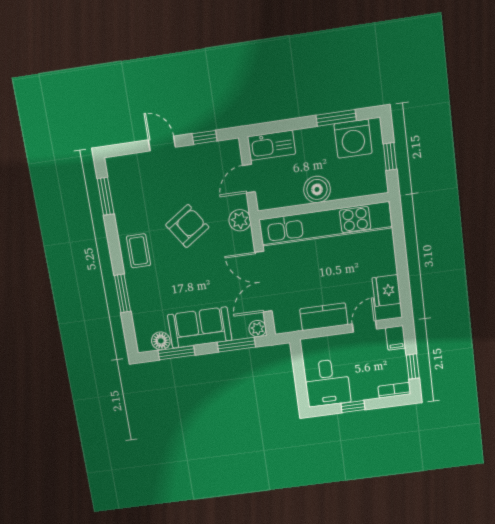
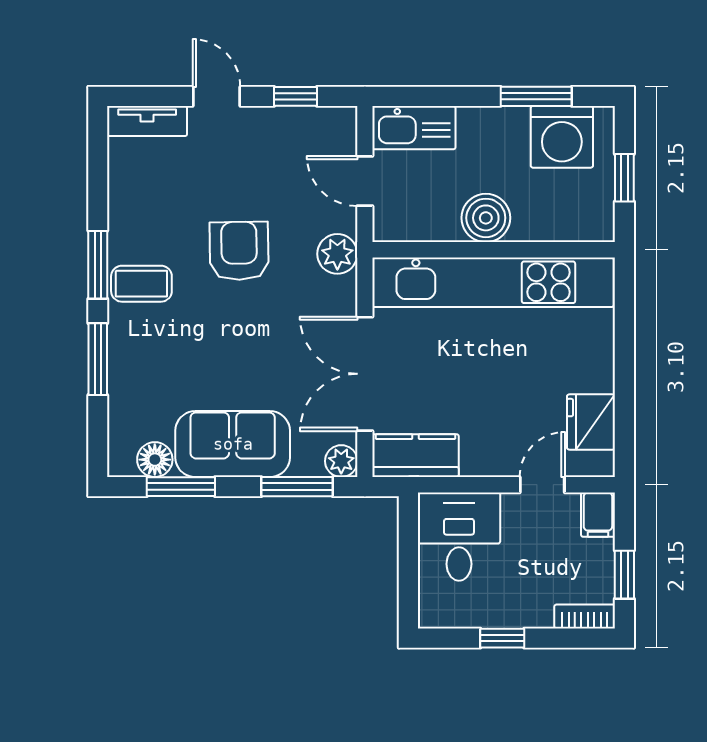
tv unit: (127, 163) -> (147, 121), added
door: (249, 179) -> (365, 181), hinge flipped
window: (106, 196) -> (98, 265), moved
armchair: (187, 226) -> (239, 251), turned -57
coffee table: (139, 251) -> (141, 284), turned 90
kitchen counter: (324, 317) -> (416, 456), moved
desk: (327, 383) -> (459, 537), moved, turned 180

